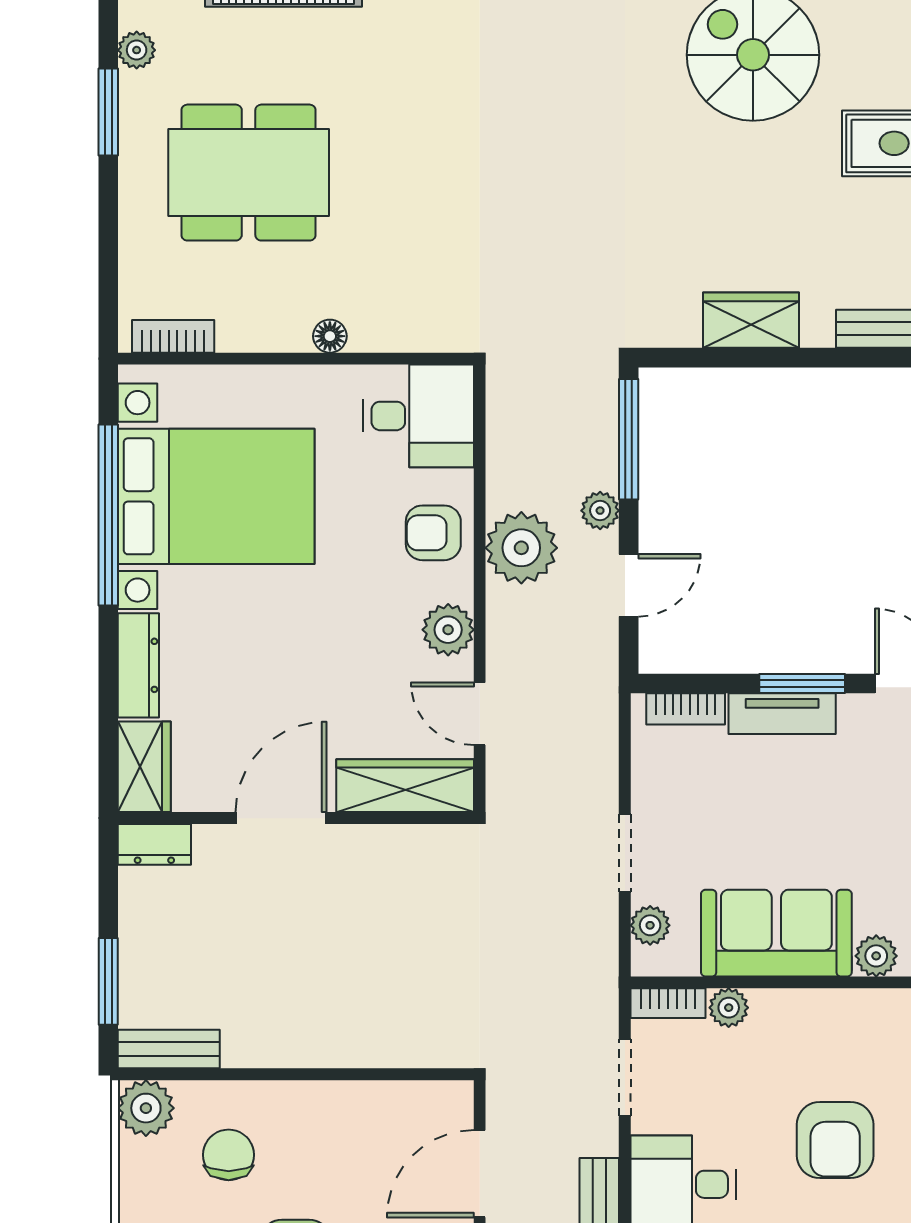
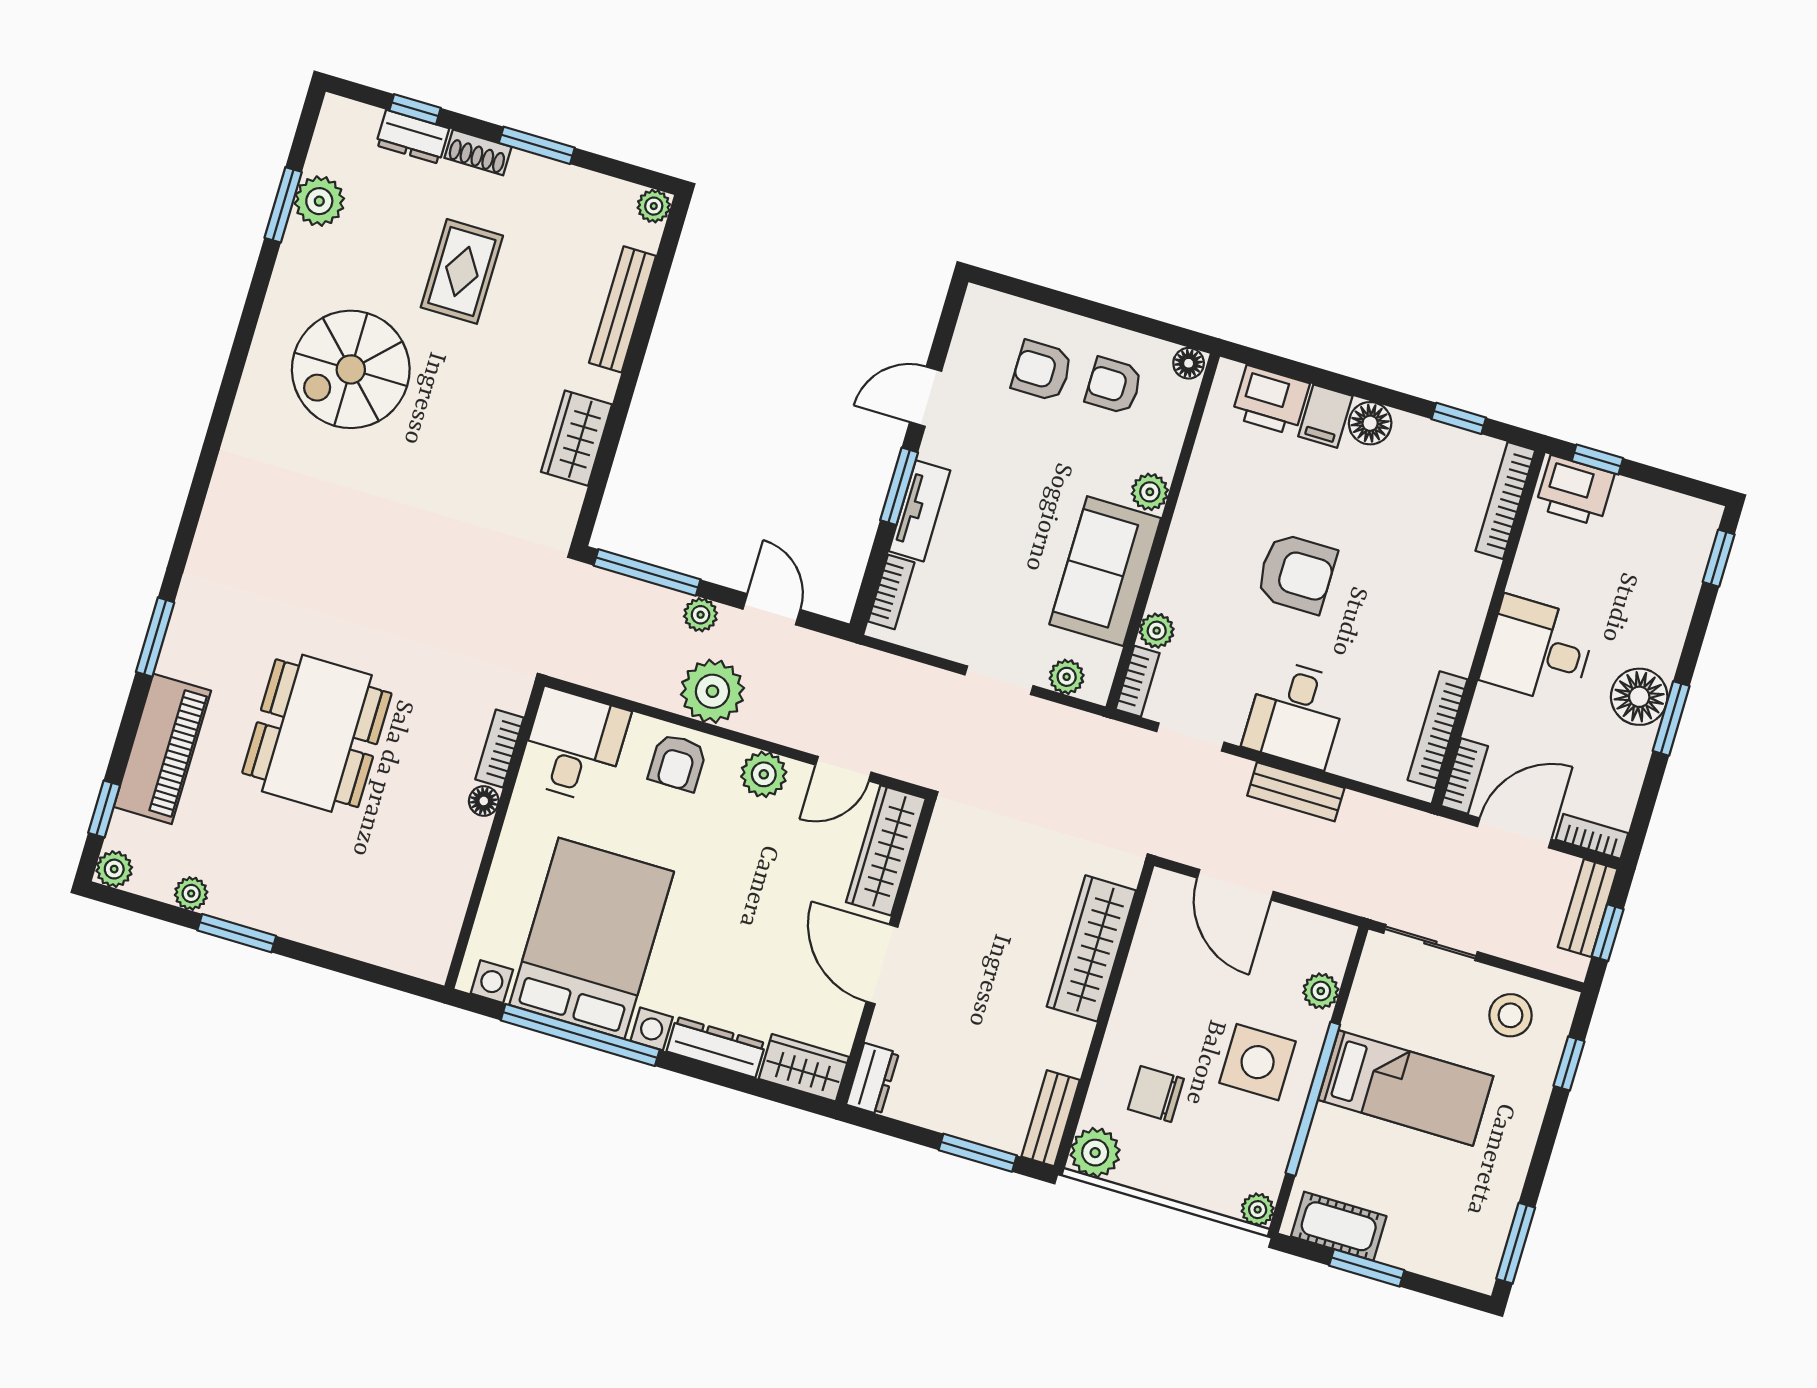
dining table: (249, 173) -> (317, 733), moved
bookcase: (173, 336) -> (499, 749), moved
wardrobe: (365, 1039) -> (1091, 948), added

